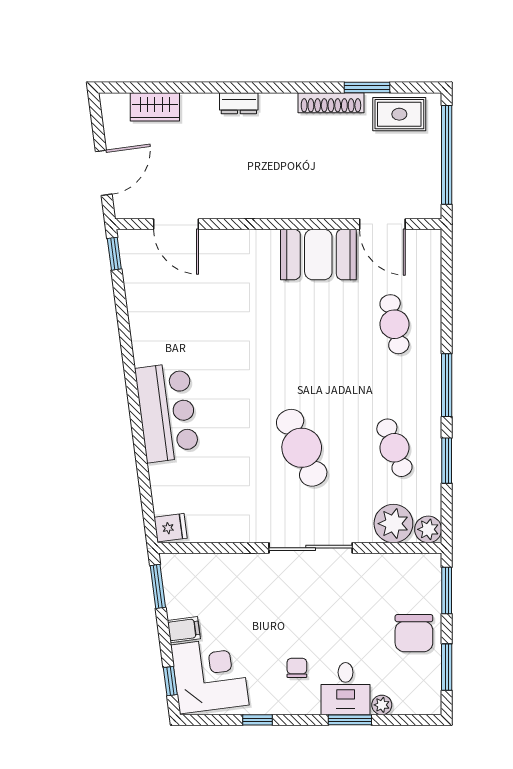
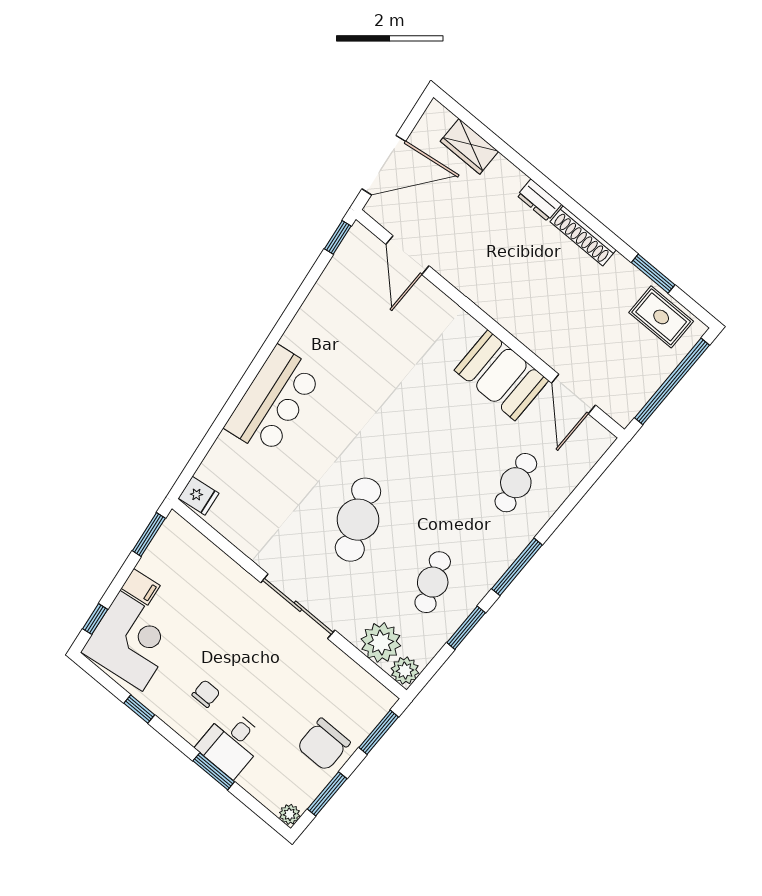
shoe rack: (331, 103) -> (583, 236), moved
door: (104, 173) -> (384, 165), width x1.36
plant: (382, 705) -> (290, 814), moved

